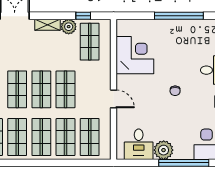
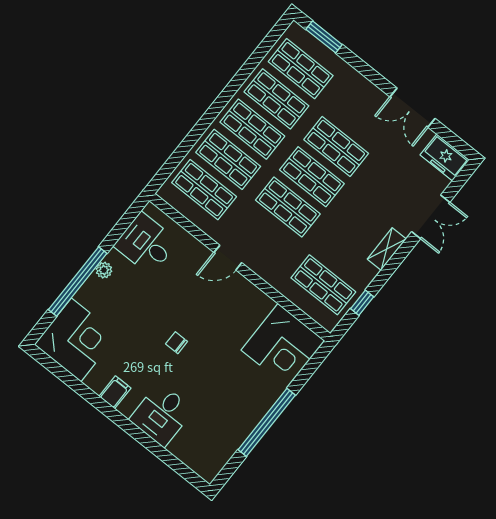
plant: (69, 27) -> (363, 274), removed
corner desk: (135, 55) -> (283, 345), moved
plant: (164, 150) -> (104, 270), width x0.53, depth x0.53

